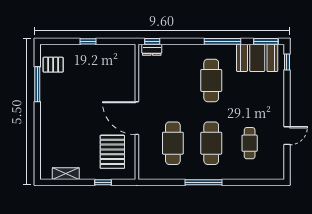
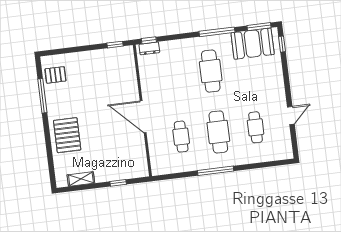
window: (88, 41) -> (115, 45), moved
cafe table: (173, 143) -> (181, 137), width x0.73, depth x0.74
pallet: (112, 152) -> (67, 135), moved

